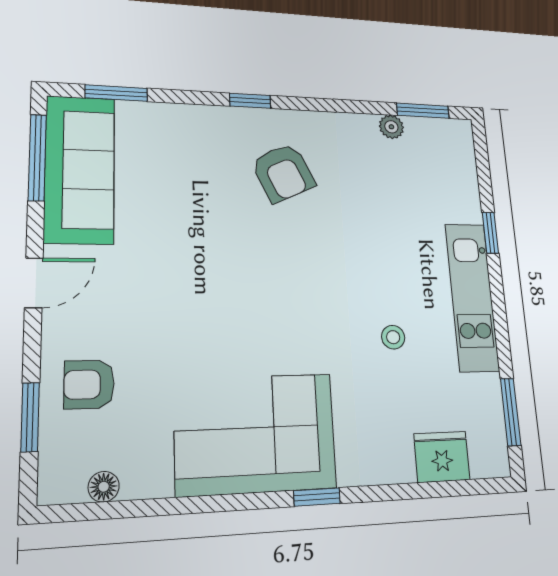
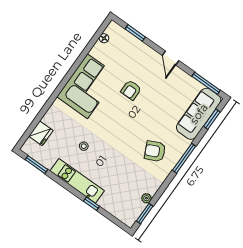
window: (250, 101) -> (184, 158), width x2.17
sofa: (80, 169) -> (199, 114), moved, turned 90
armchair: (89, 384) -> (131, 90), moved, turned 180
window: (317, 497) -> (58, 90), removed

